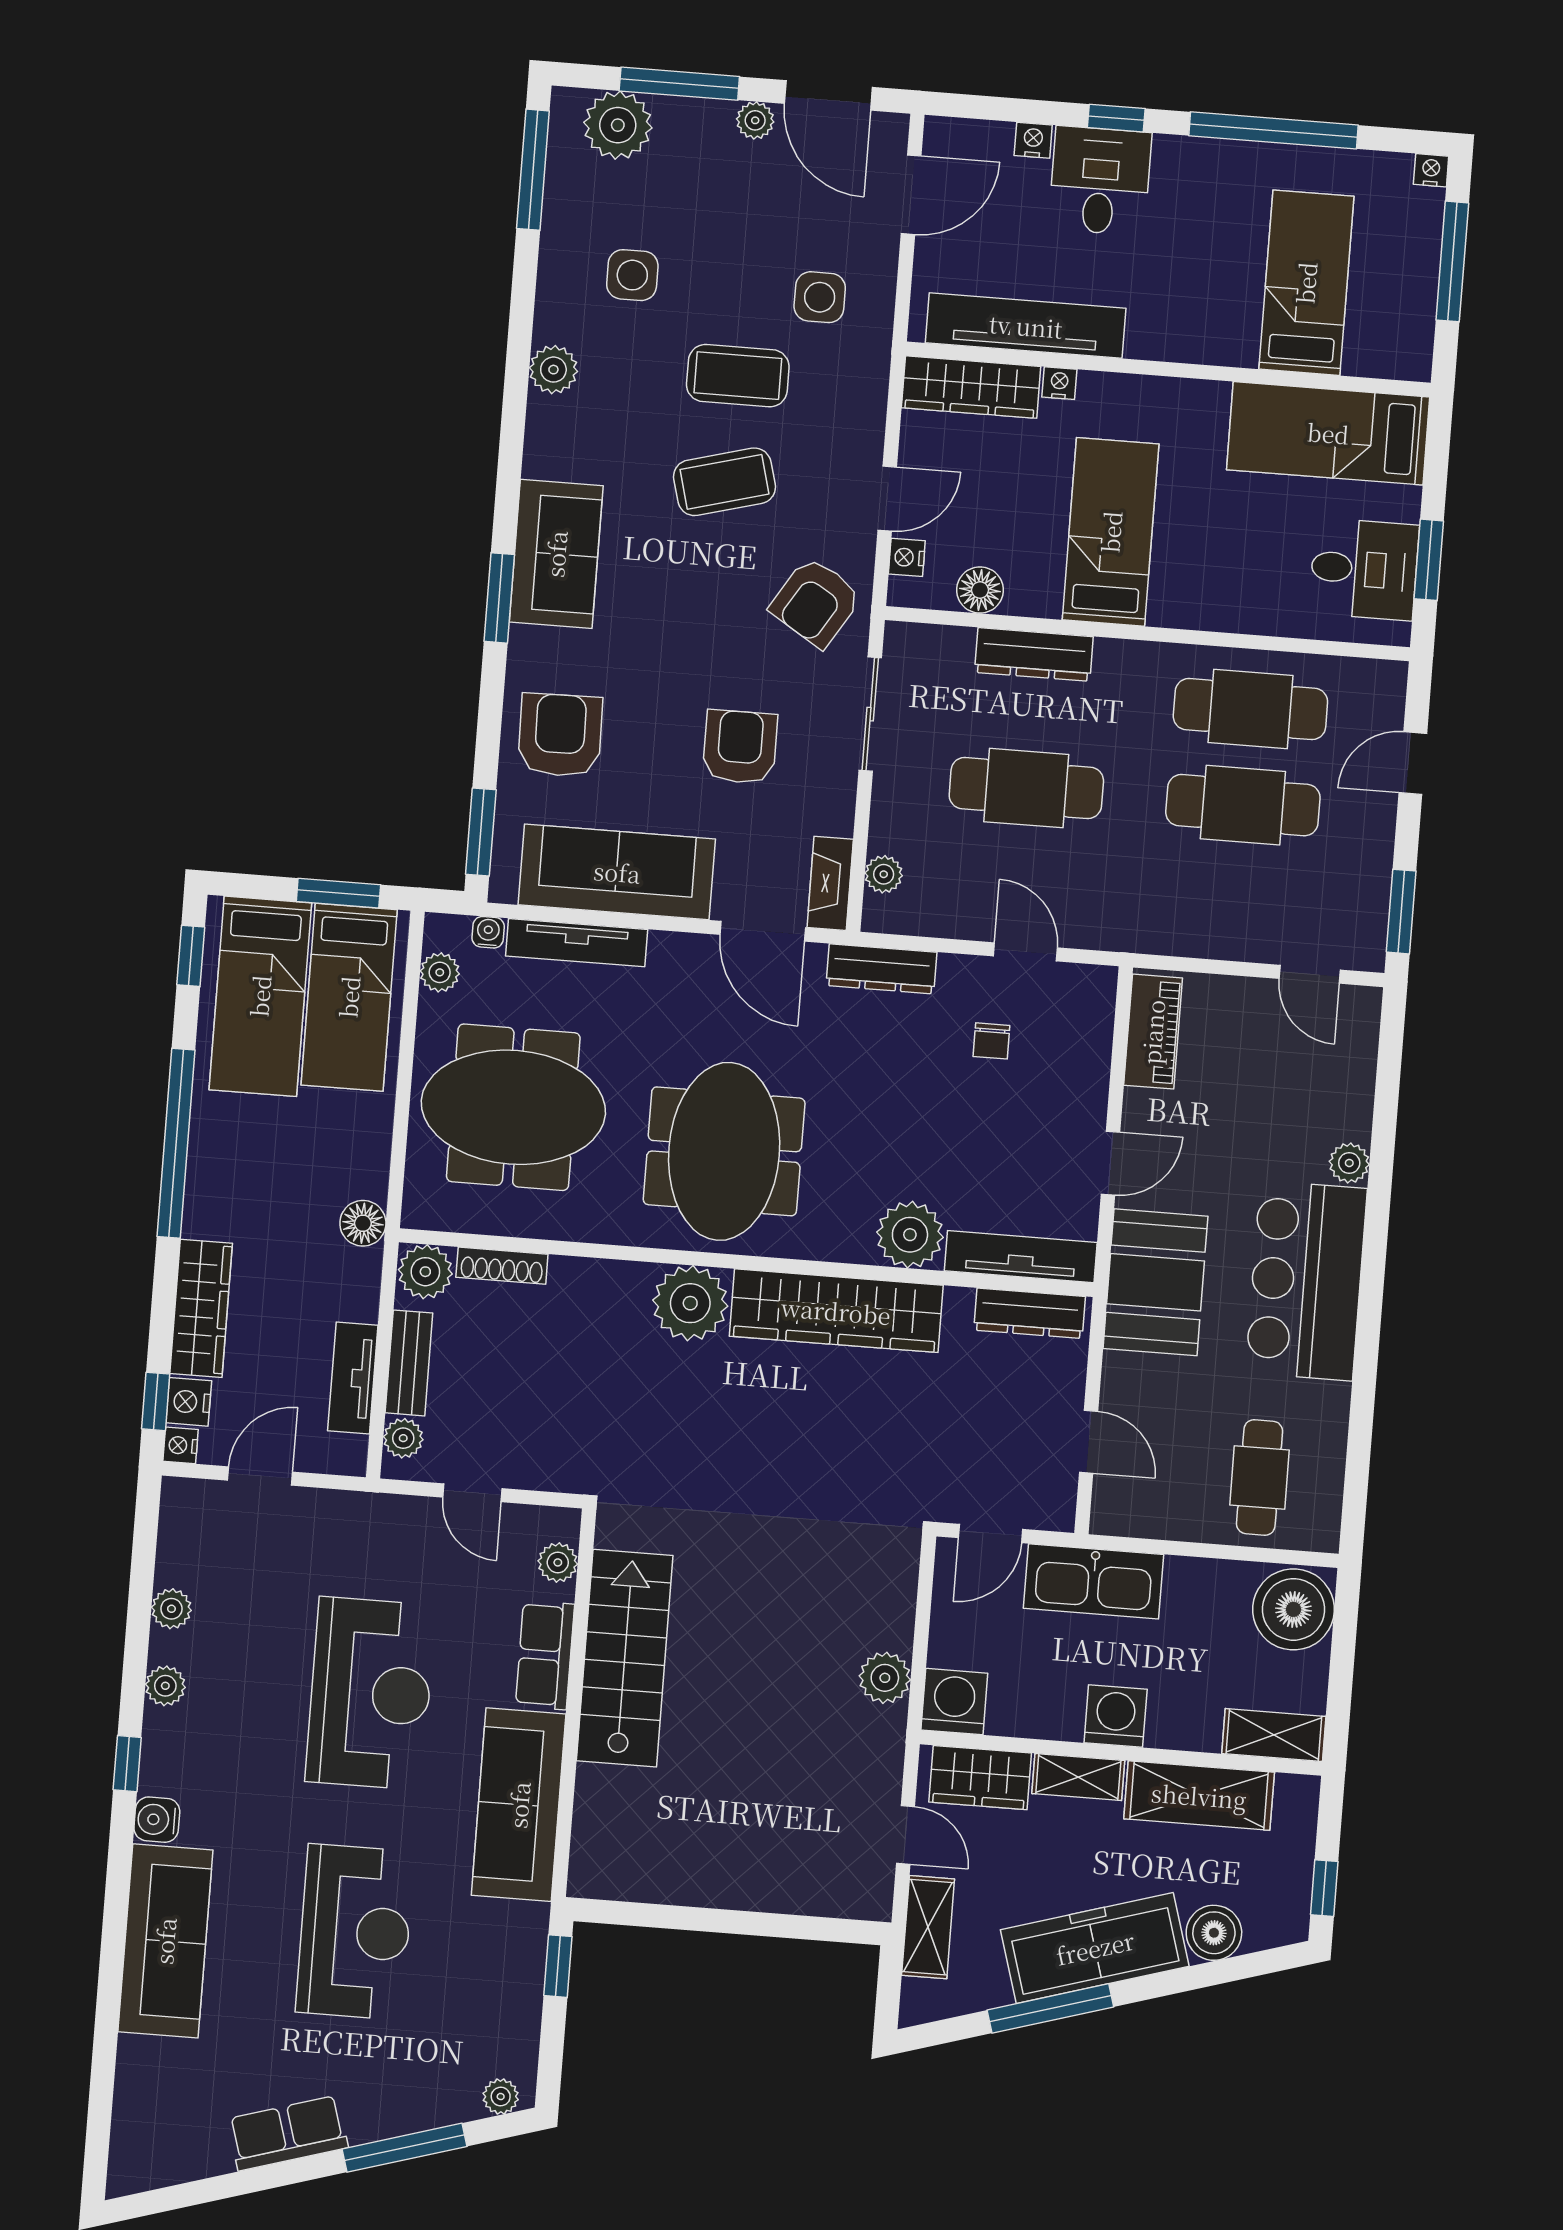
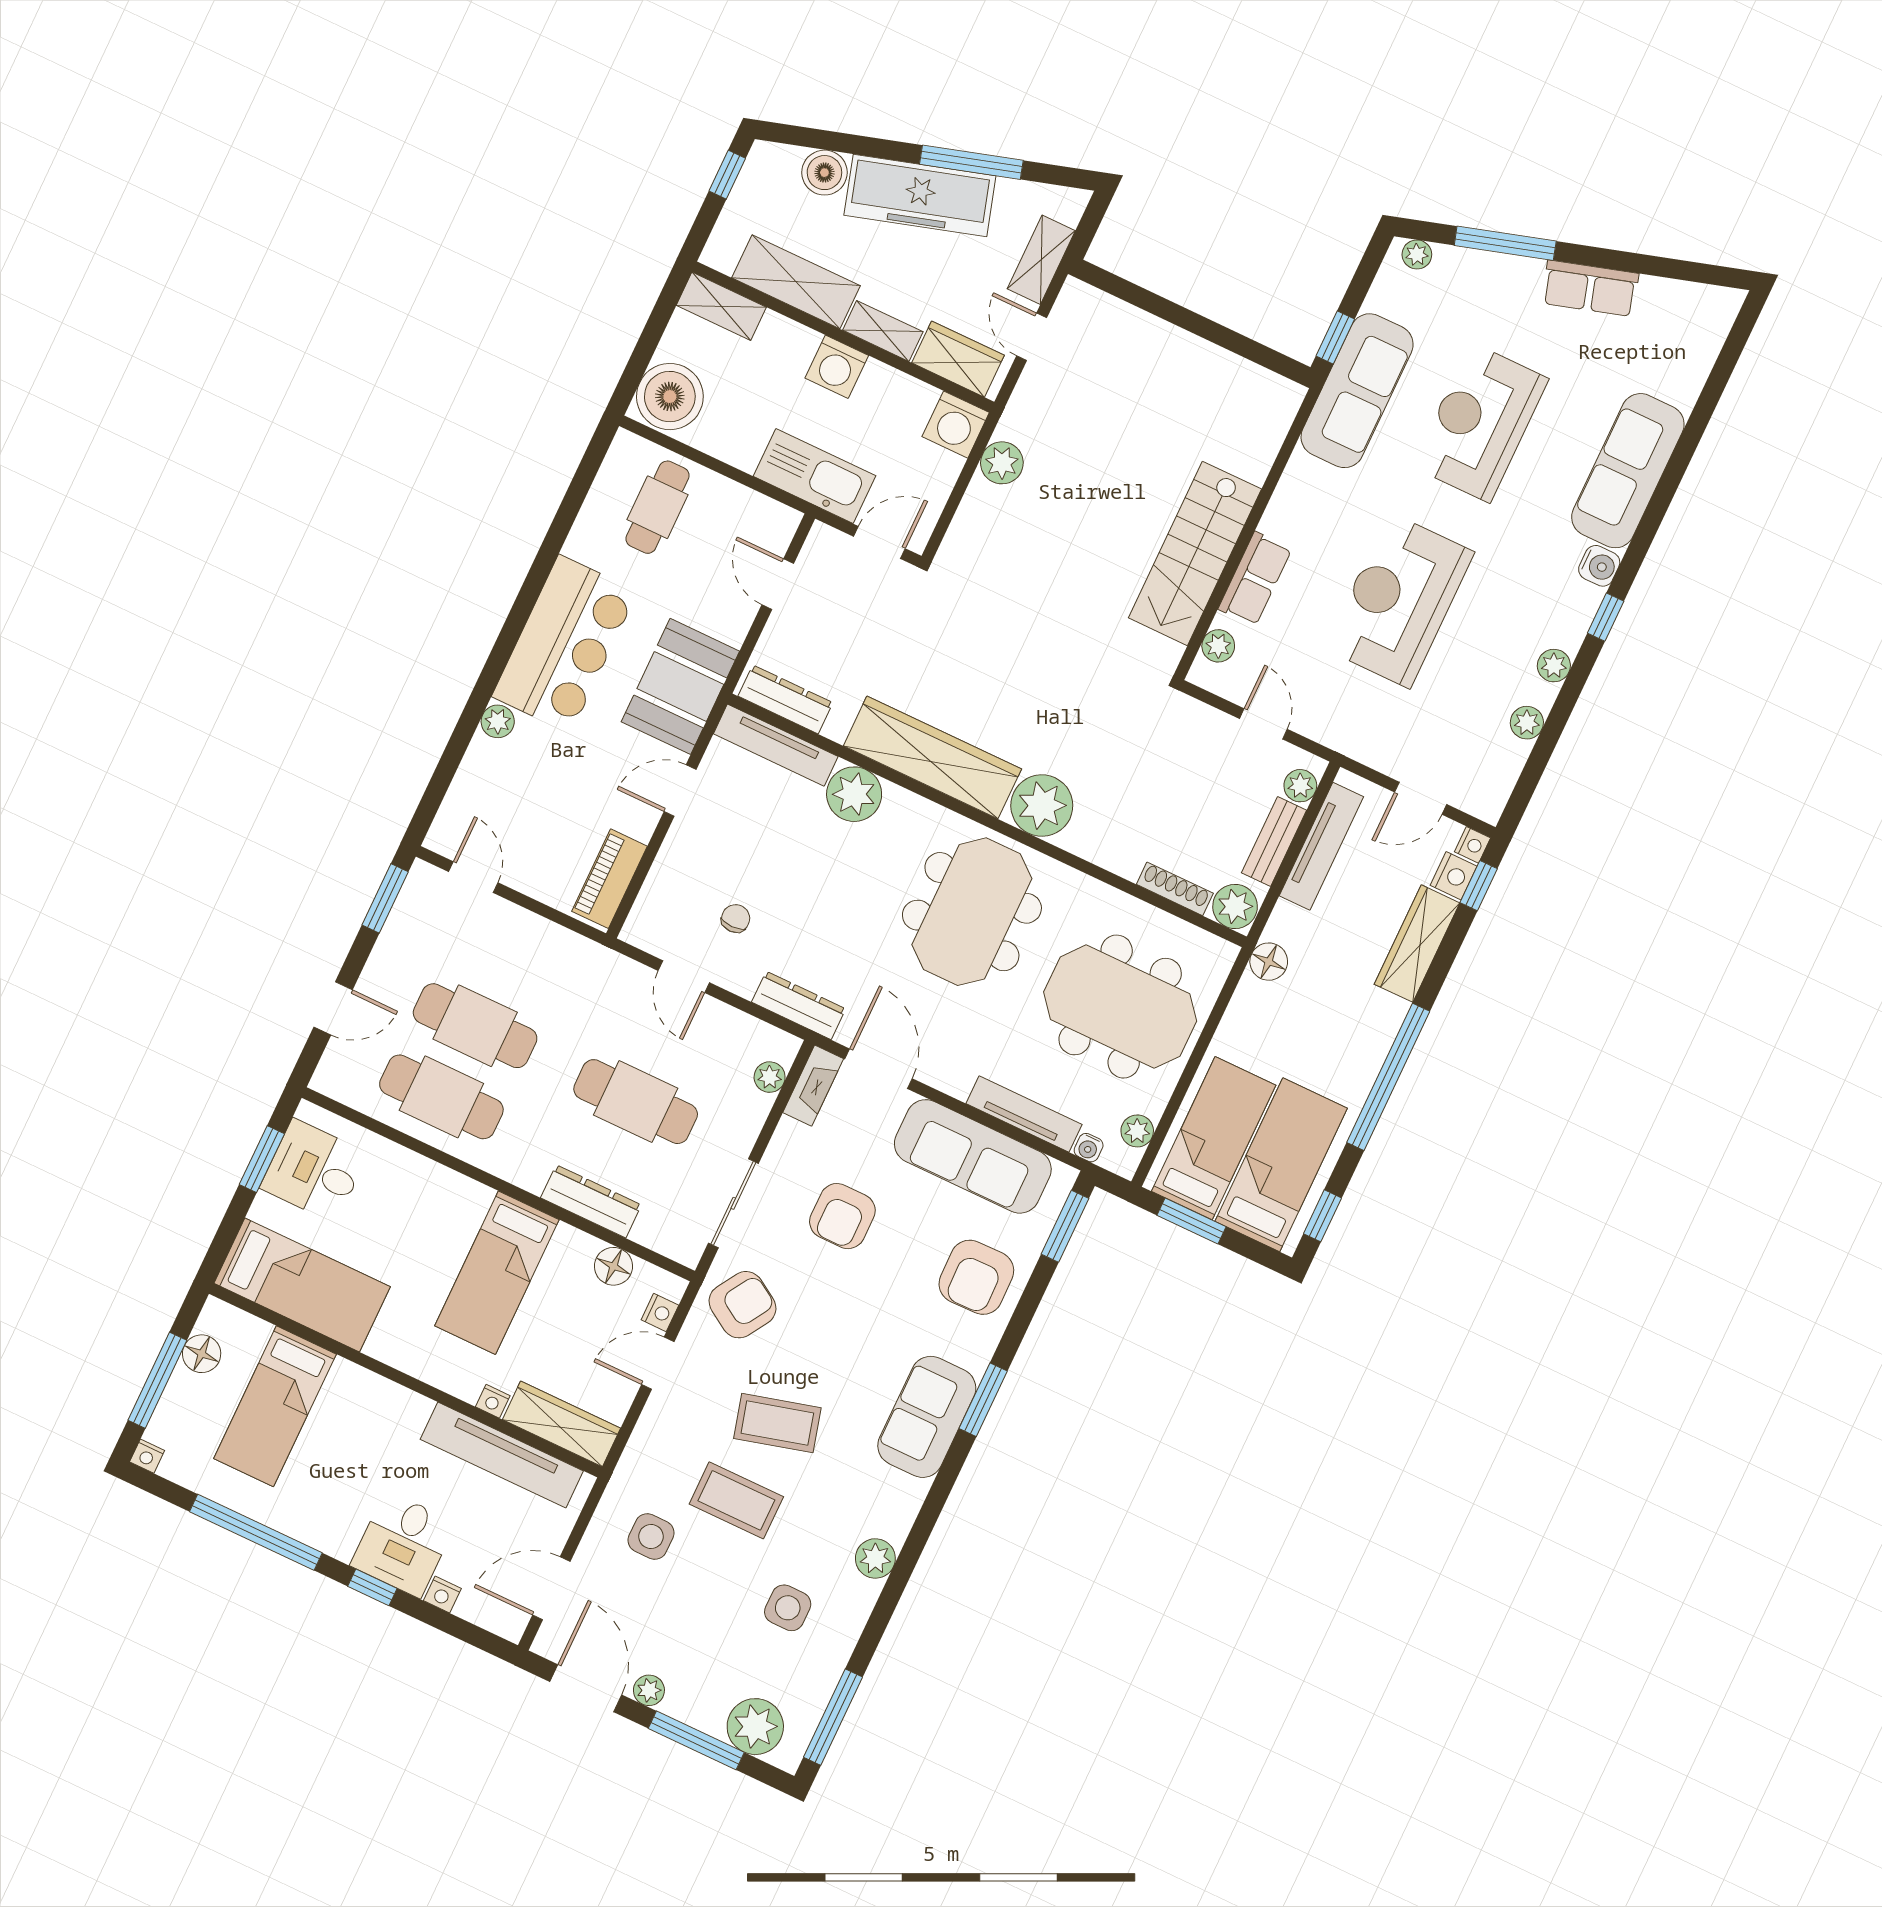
floor lamp: (1413, 311) -> (202, 1354), added
tv unit: (353, 1378) -> (1321, 846), width x1.41
sofa: (519, 1805) -> (1357, 391), moved

